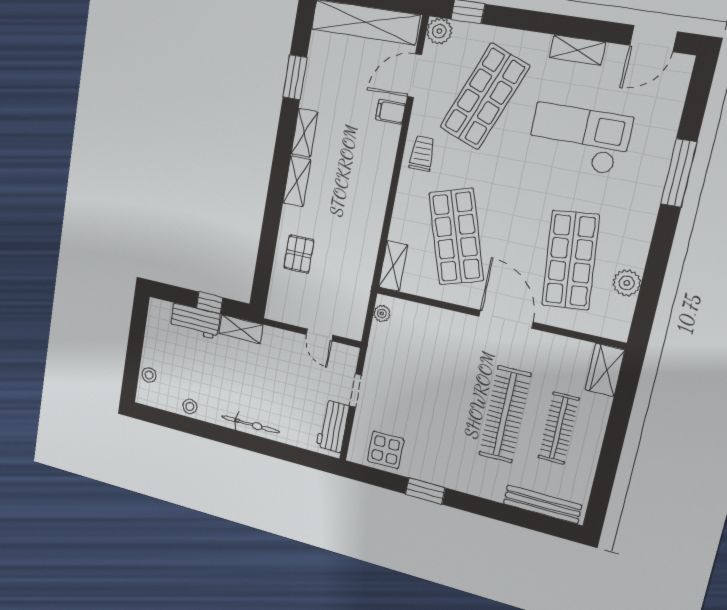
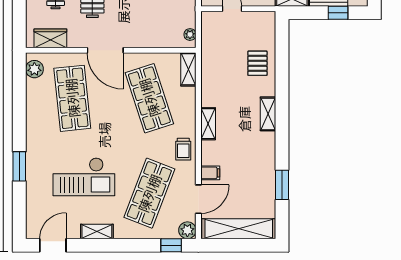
shelving: (304, 133) -> (208, 124), moved
window: (679, 173) -> (19, 166), width x0.69
plant: (627, 283) -> (34, 69), moved
window: (210, 303) -> (338, 13), moved
wardrobe: (605, 370) -> (50, 38), moved, turned -90

